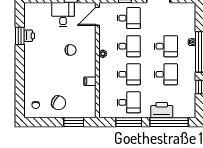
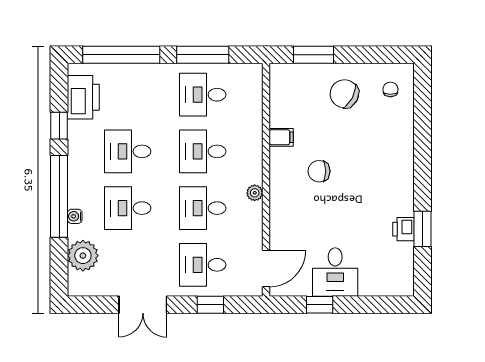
plant: (188, 23) -> (83, 256), added
chair: (71, 50) -> (319, 171), moved
printer: (162, 110) -> (83, 97), moved, turned -90

